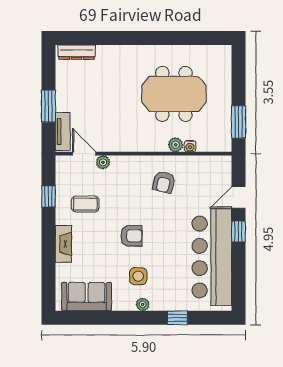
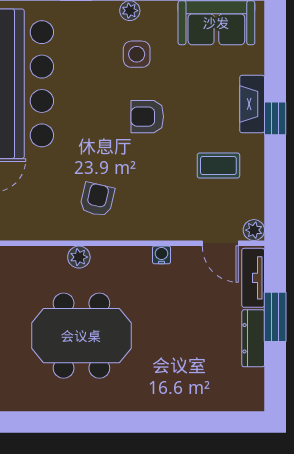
dresser: (77, 52) -> (253, 338), moved, turned -90
water cooler: (190, 146) -> (162, 255), moved
plant: (103, 162) -> (254, 230), moved
window: (49, 196) -> (275, 118), moved

